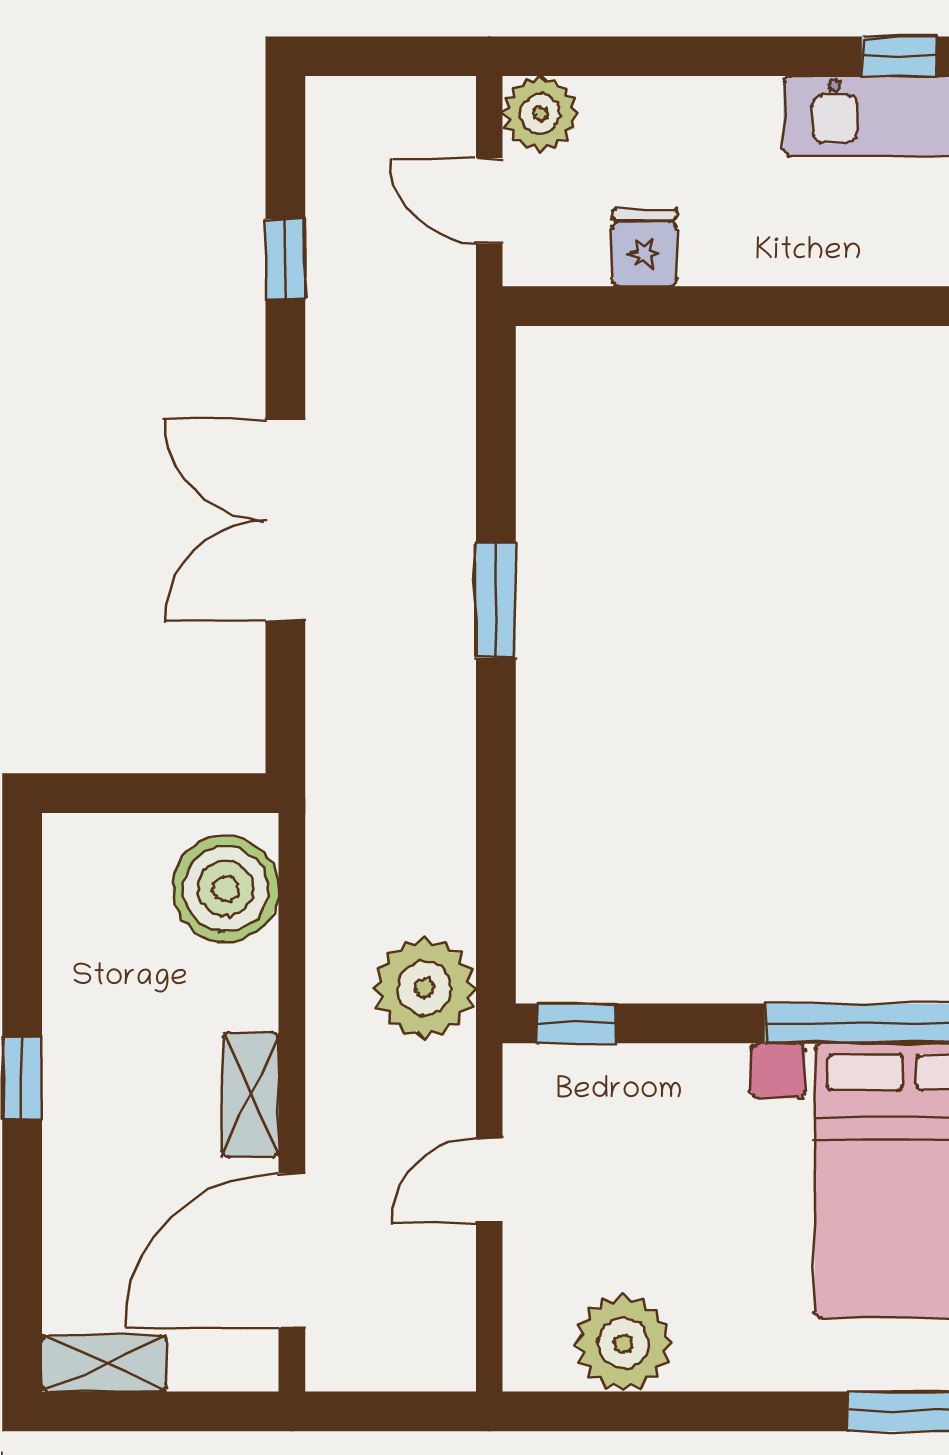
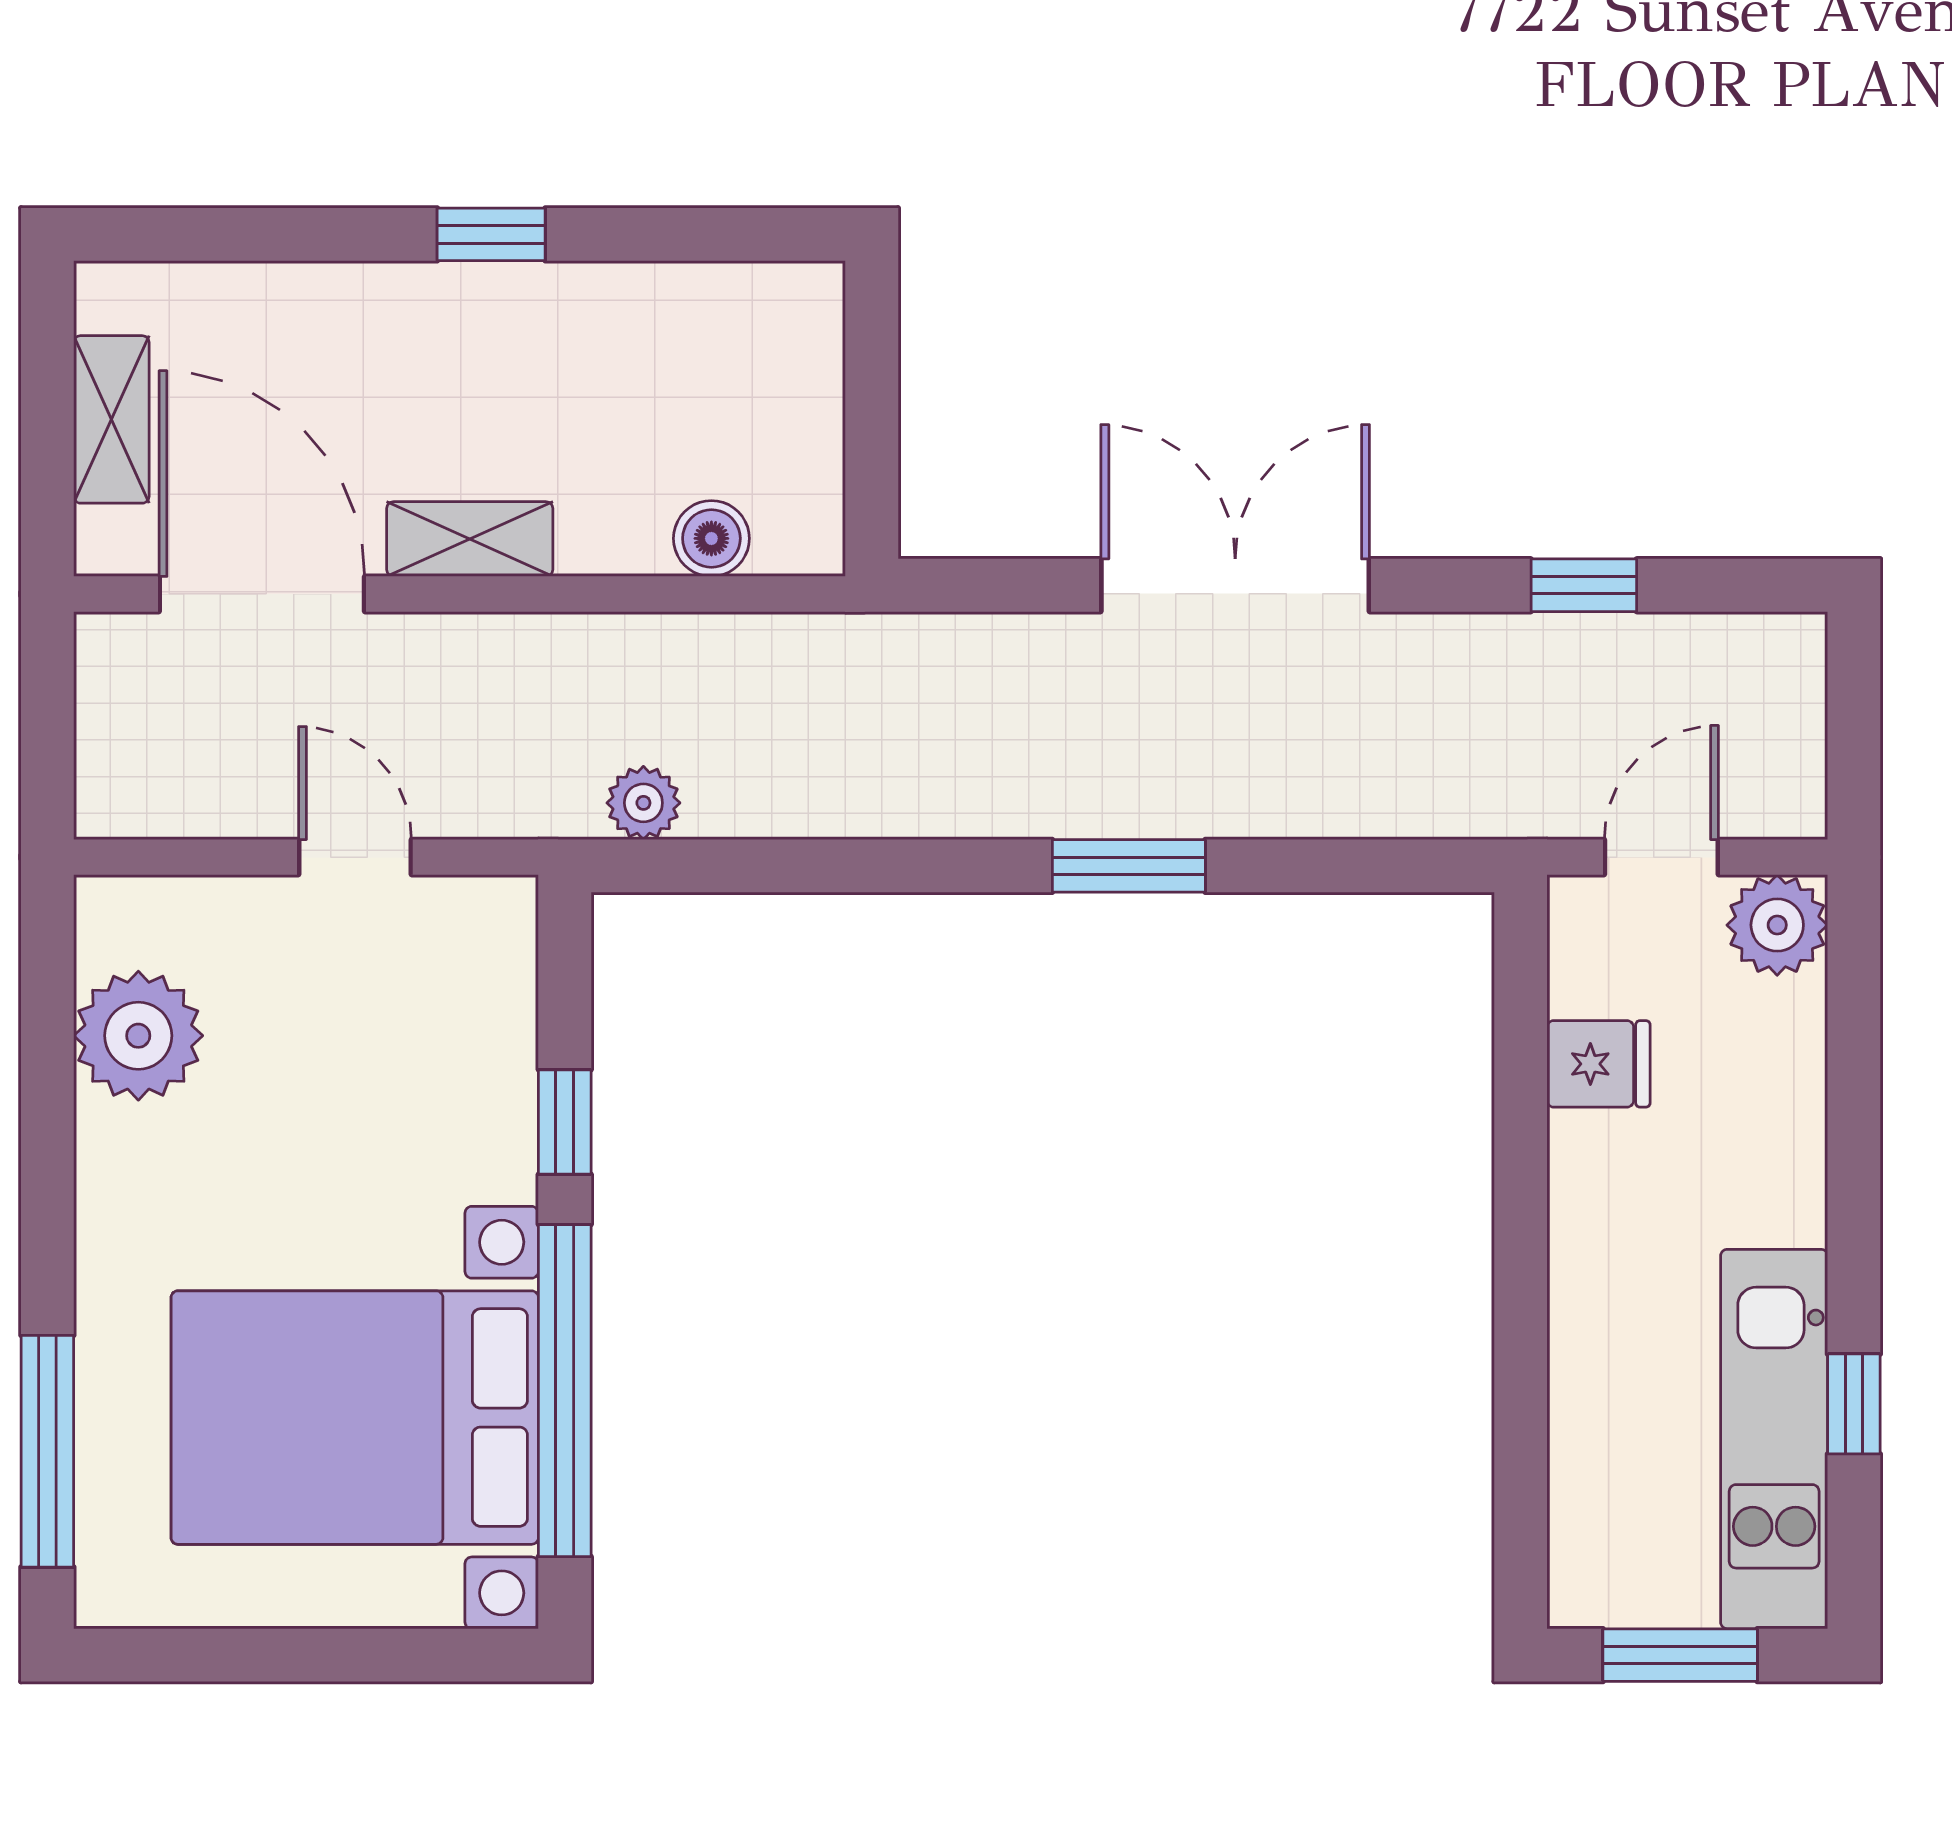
boiler: (226, 889) -> (711, 538), width x0.54, depth x0.54
plant: (425, 988) -> (643, 803), width x0.53, depth x0.53
window: (576, 1023) -> (565, 1122), moved
shelving: (105, 1363) -> (111, 419), moved

